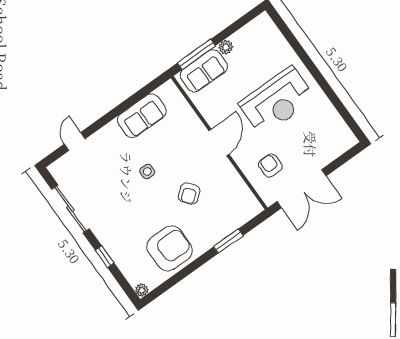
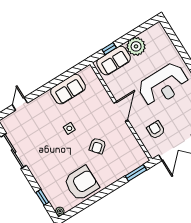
plant: (226, 47) -> (136, 46), width x1.88, depth x1.88
window: (196, 54) -> (109, 49), width x0.46
window: (228, 241) -> (136, 173), moved
window: (105, 257) -> (42, 197), moved

